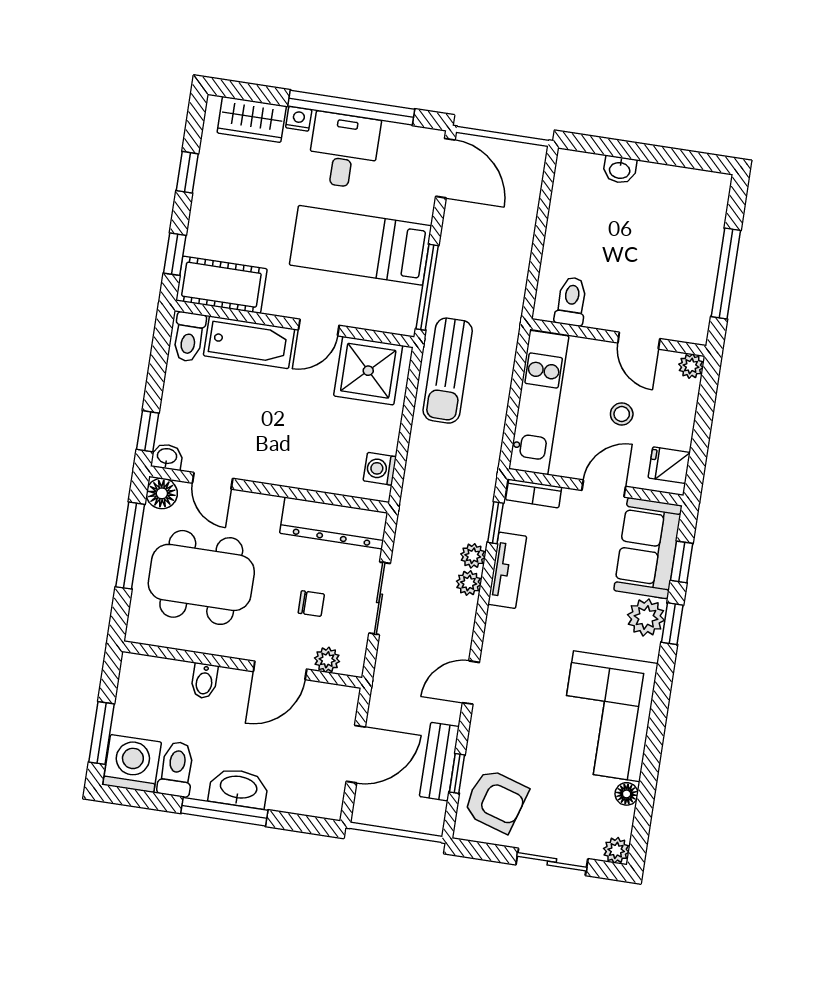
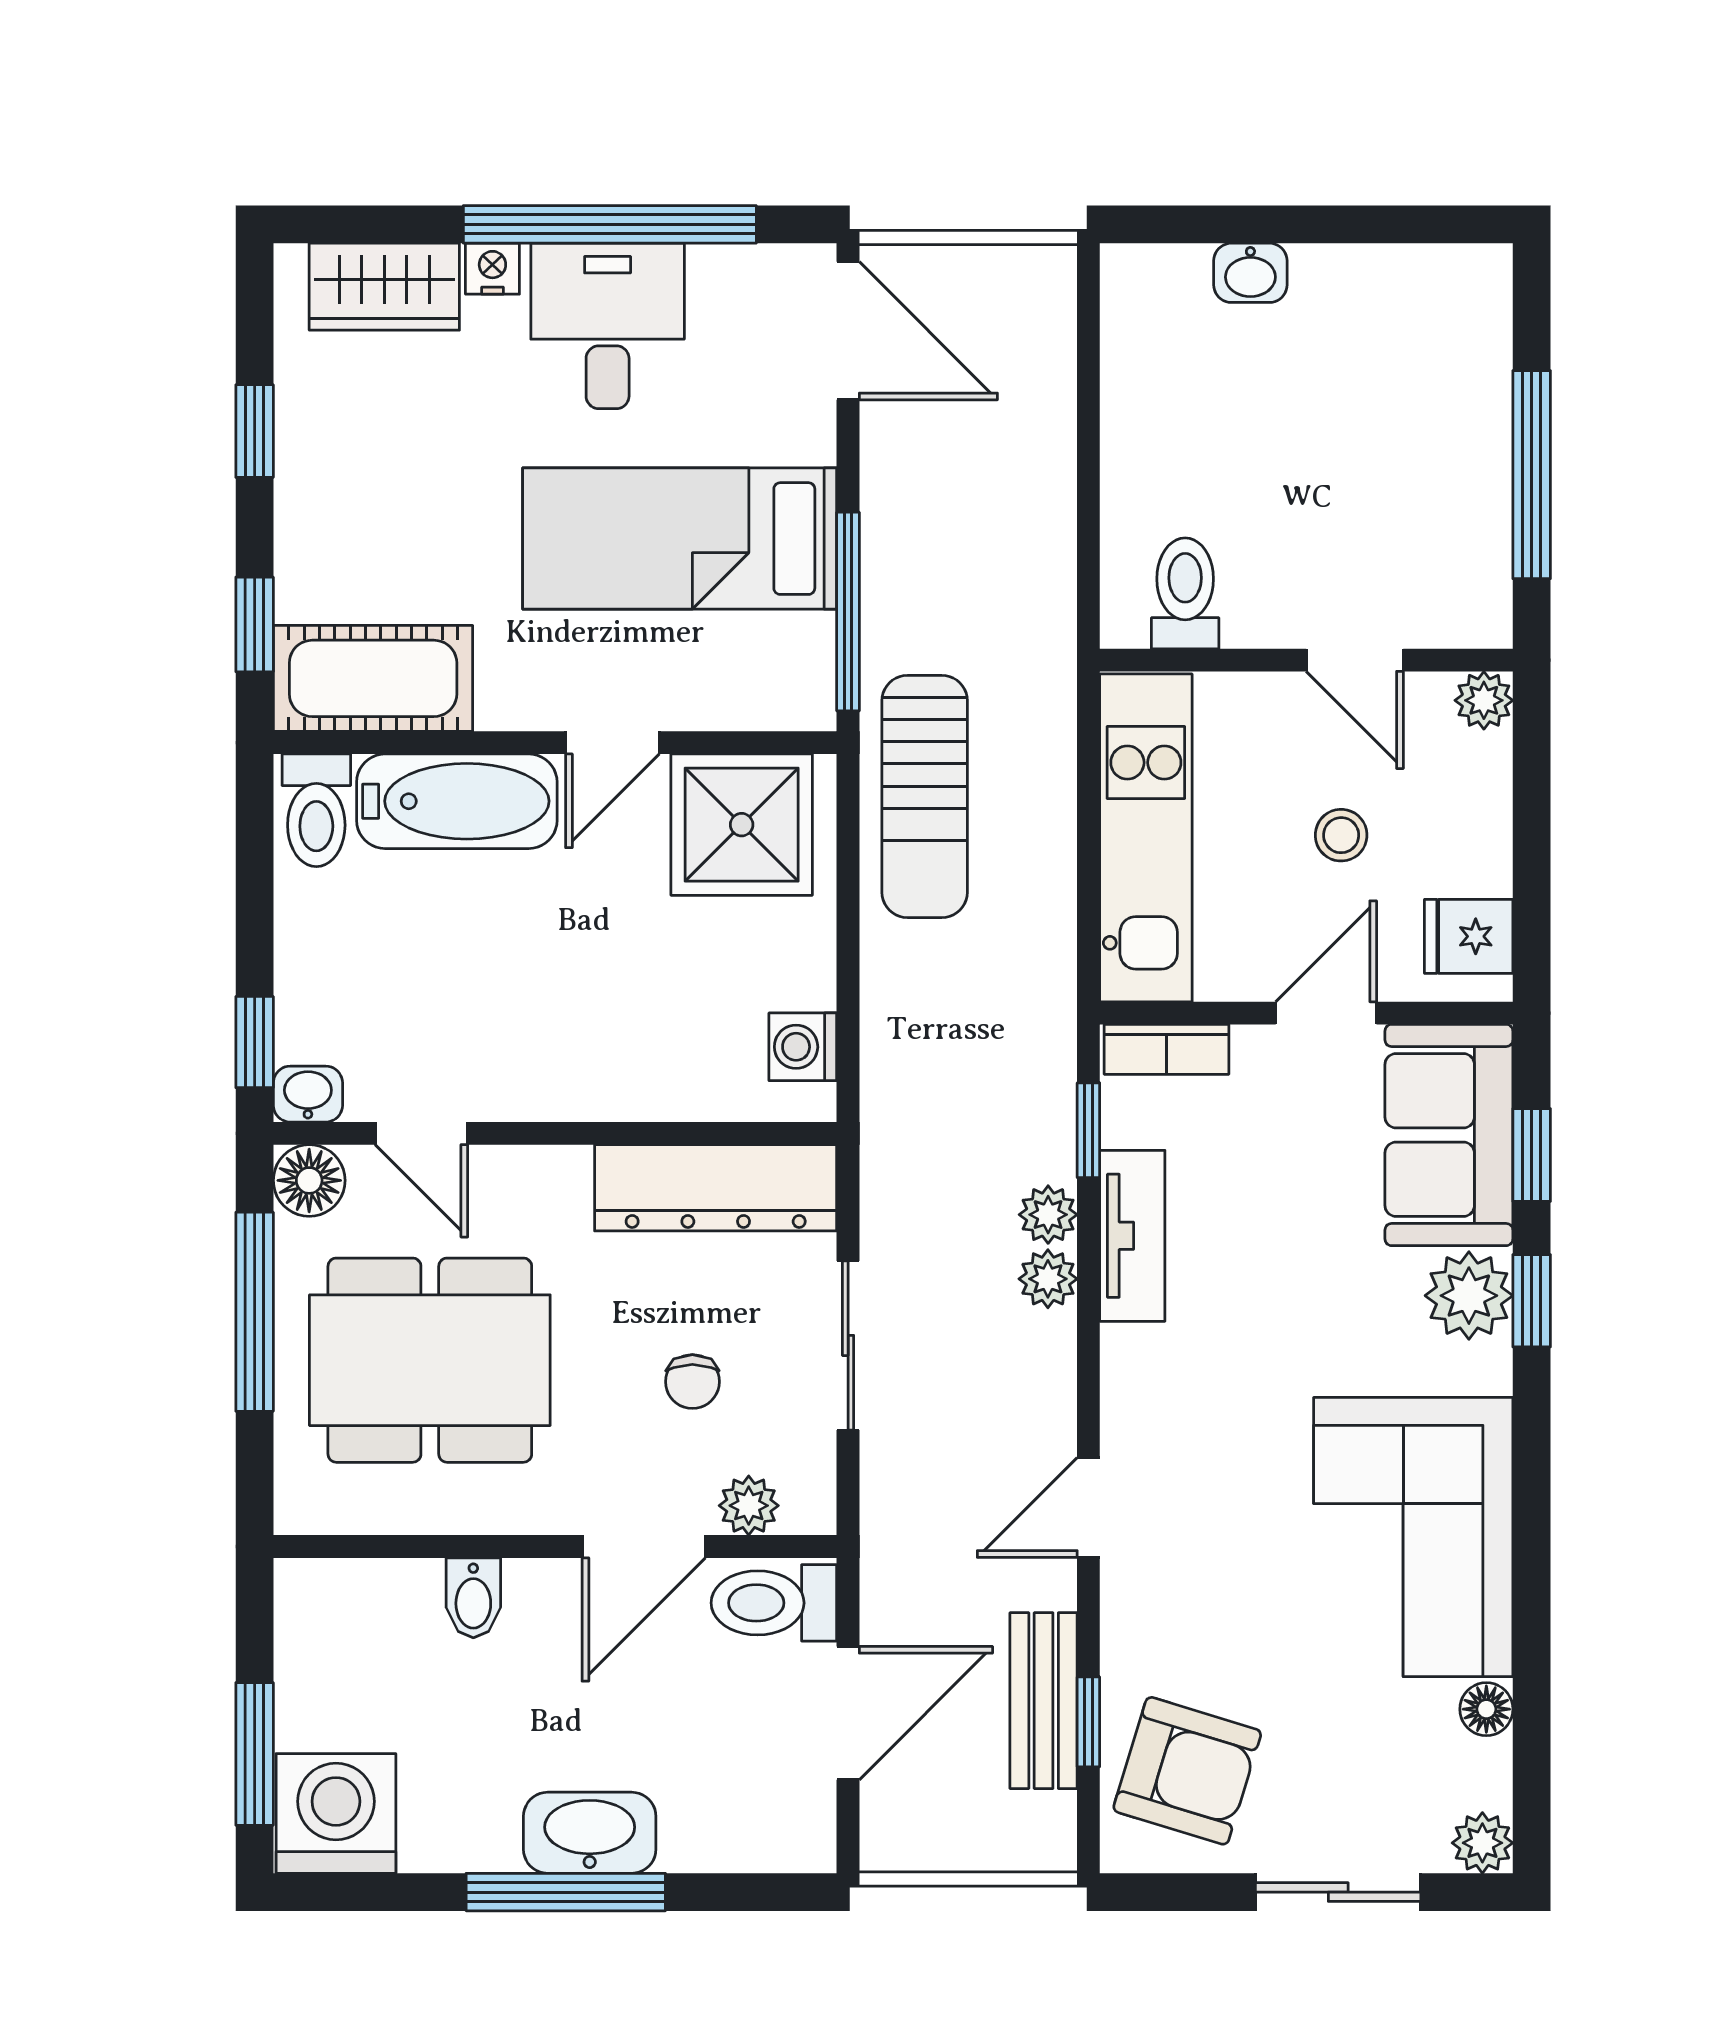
chair: (311, 604) -> (692, 1382), turned 90
toilet: (176, 769) -> (774, 1603), moved, turned -90

